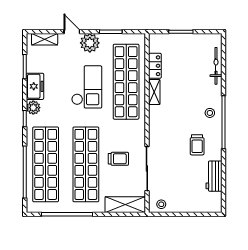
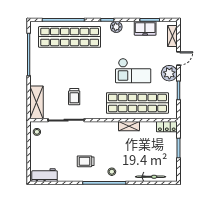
locker: (155, 66) -> (167, 127), moved
freezer: (35, 86) -> (145, 28), moved
shop shelf: (86, 164) -> (70, 70), removed
workbench: (214, 176) -> (45, 175), moved

